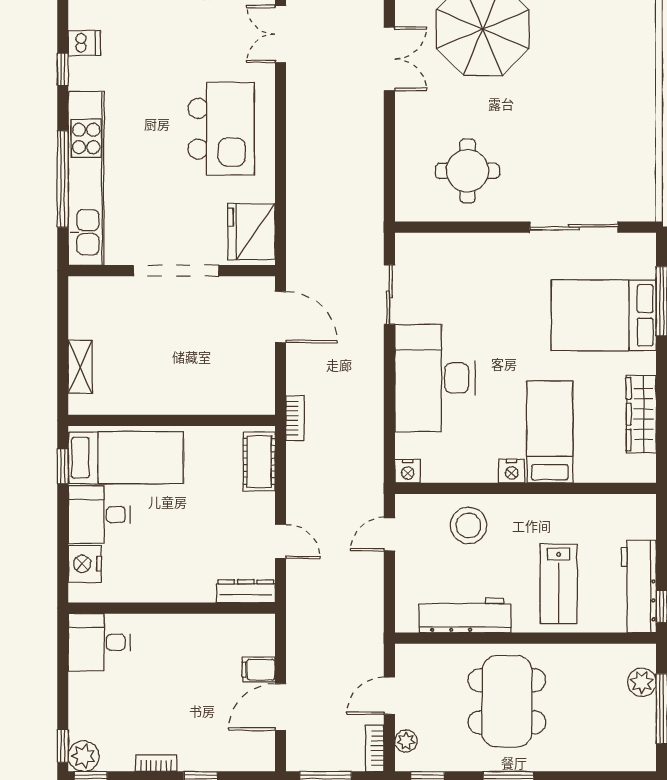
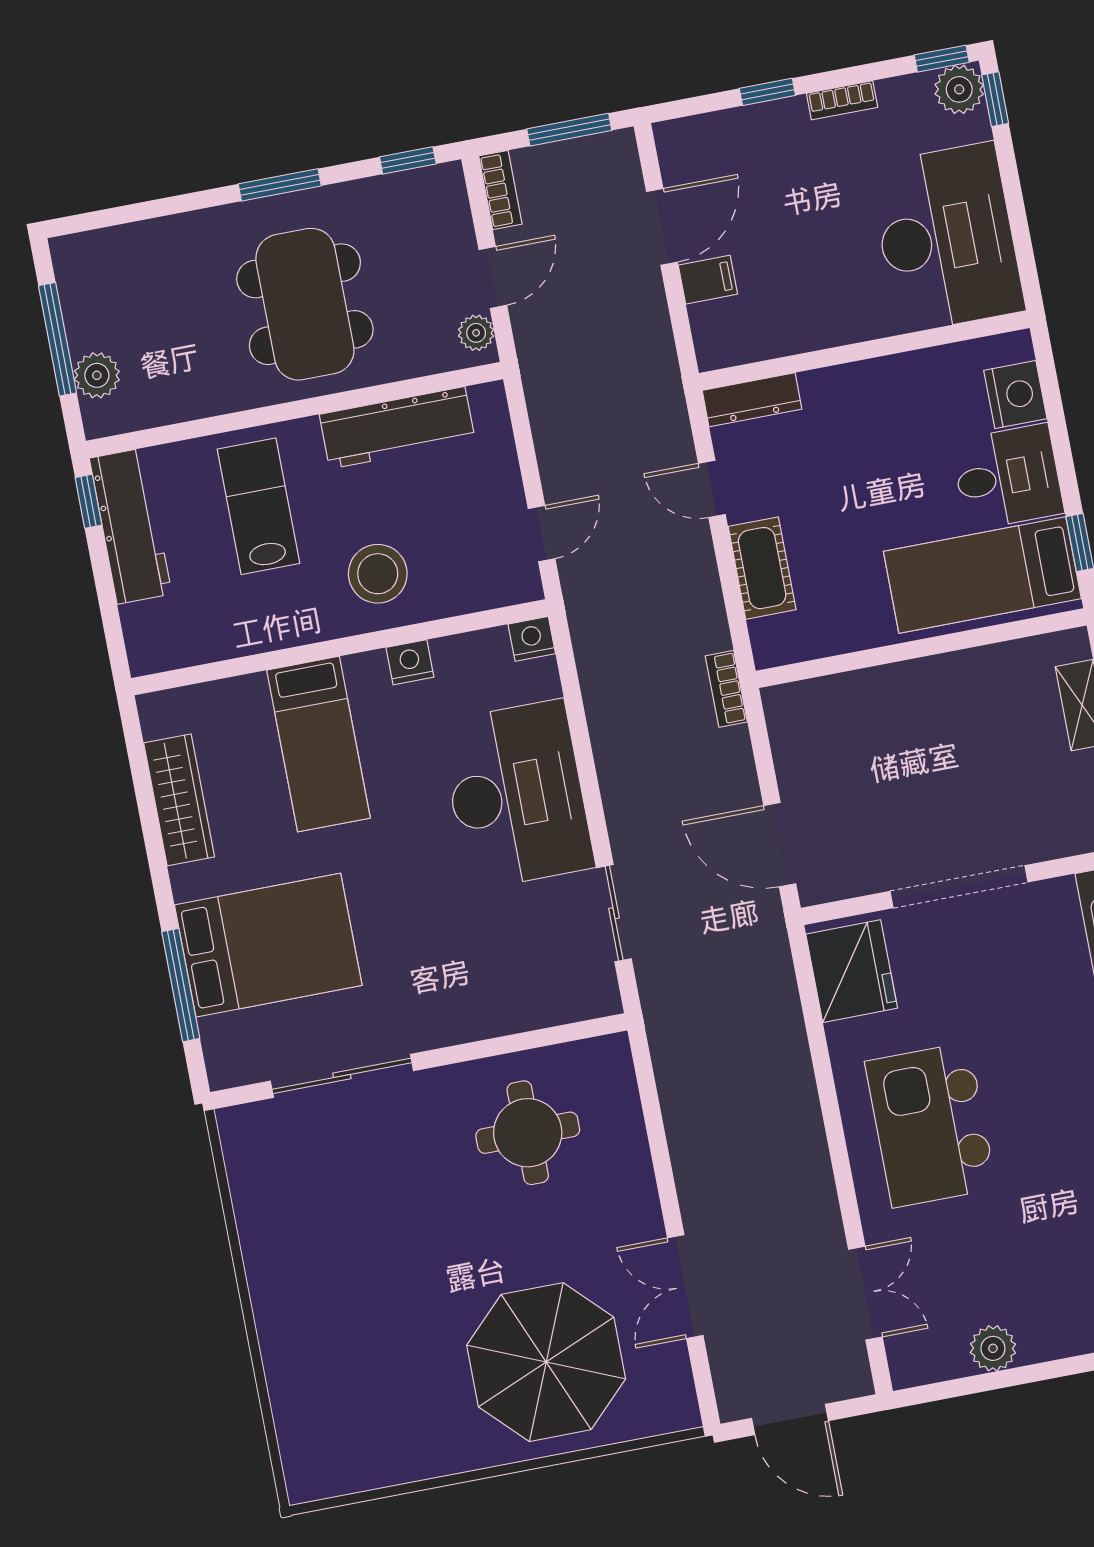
cot: (259, 461) -> (762, 568), moved
nightstand: (512, 471) -> (410, 662), moved
stool: (469, 526) -> (378, 574), moved
desk: (99, 642) -> (946, 238), width x1.87, depth x1.30
plant: (406, 741) -> (476, 333), moved

